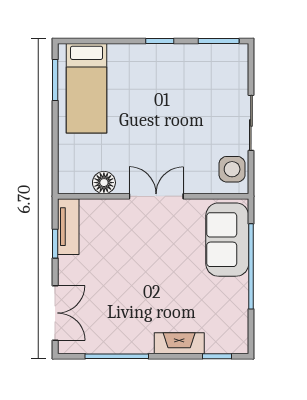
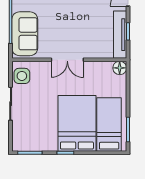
bed: (140, 90) -> (77, 123), added
floor lamp: (104, 183) -> (120, 68), moved
tv unit: (68, 227) -> (120, 35), width x1.41

